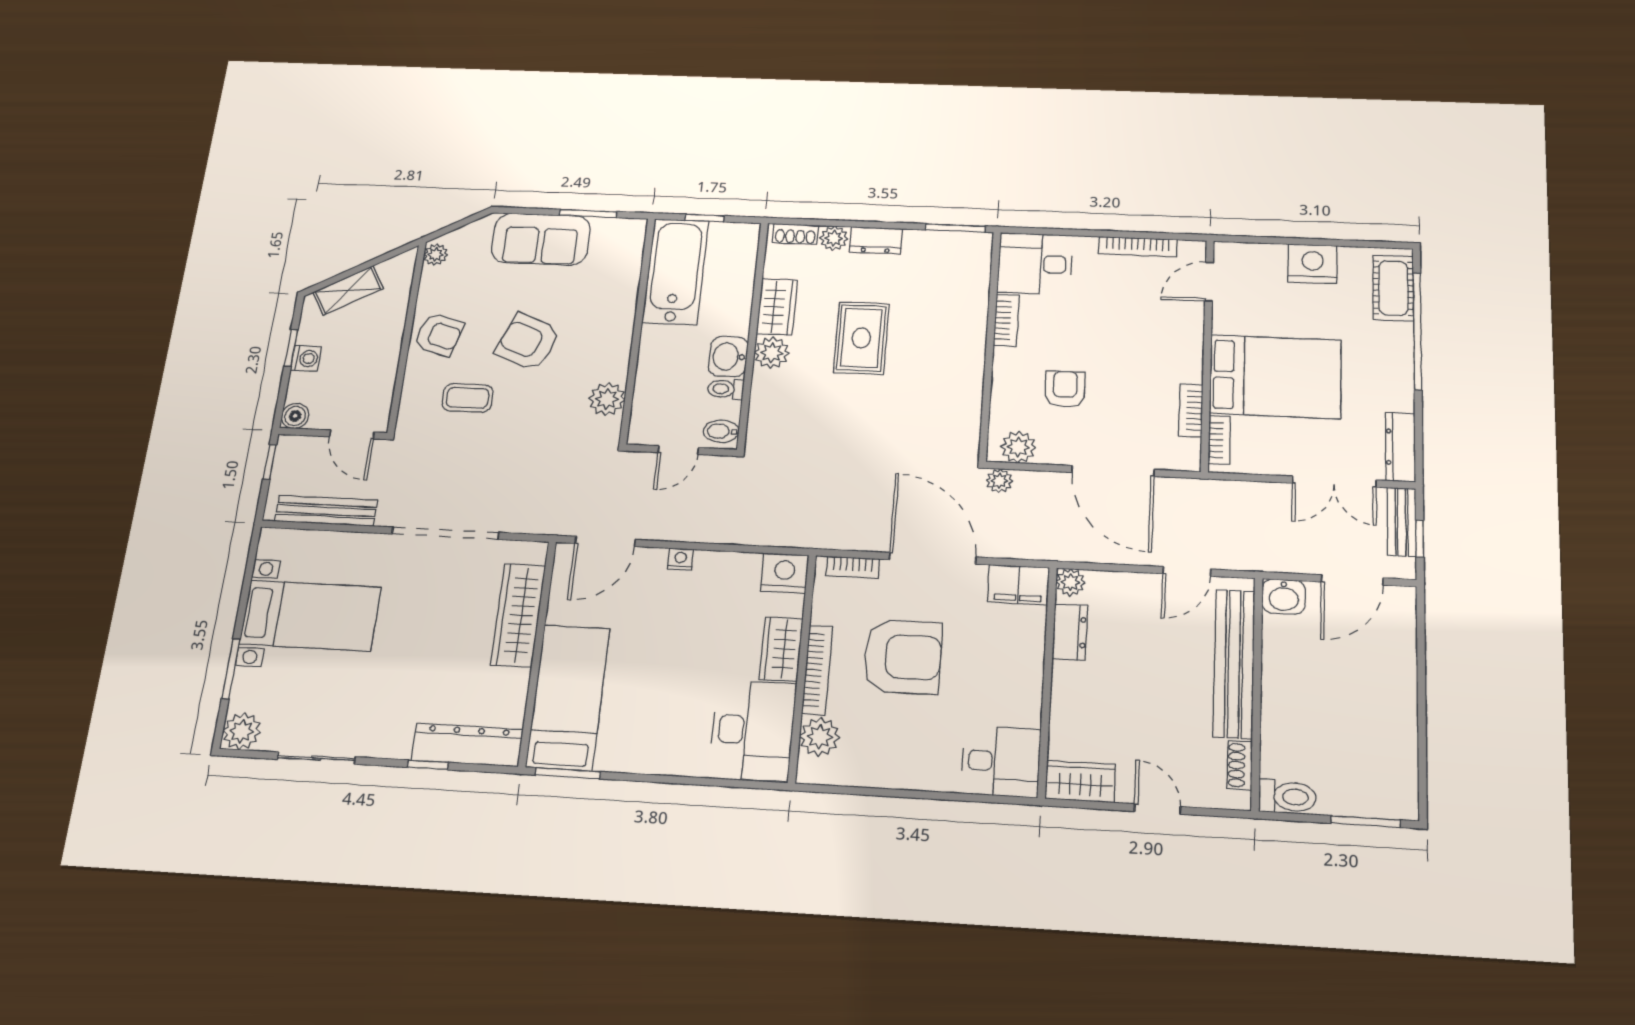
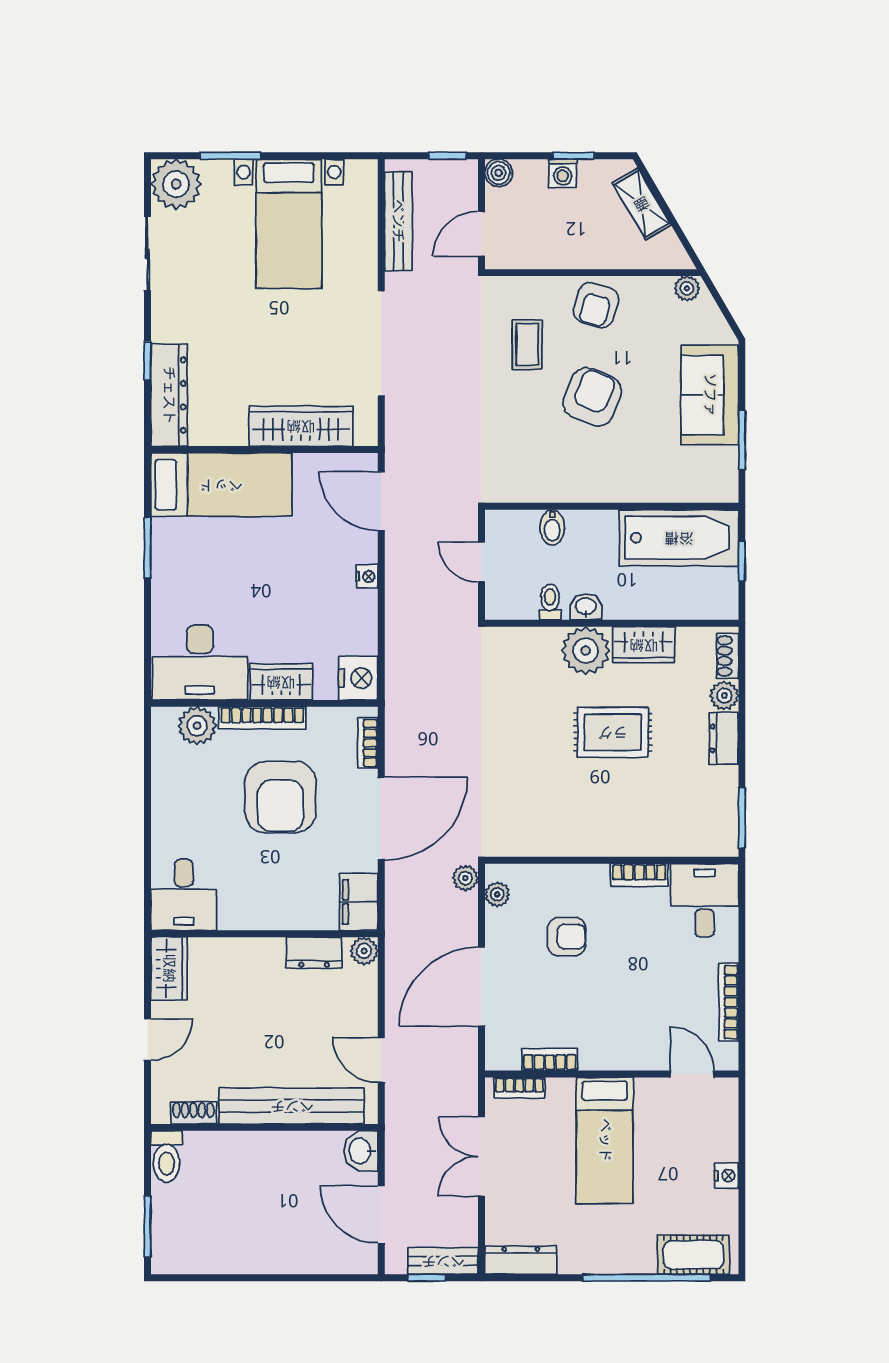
nightstand: (1312, 264) -> (727, 1176), width x0.53, depth x0.56
plant: (772, 353) -> (586, 651), width x1.36, depth x1.36
washbasin: (728, 357) -> (586, 607), width x0.72, depth x0.69
bed: (1275, 377) -> (605, 1140), width x0.67
plant: (607, 399) -> (533, 485), removed
bidet: (721, 431) -> (552, 527), moved, turned 180
plant: (1018, 447) -> (497, 894), width x0.73, depth x0.73
double door: (1334, 482) -> (481, 1156), moved
plant: (242, 731) -> (176, 184), width x1.36, depth x1.36
window: (568, 773) -> (148, 548), moved

